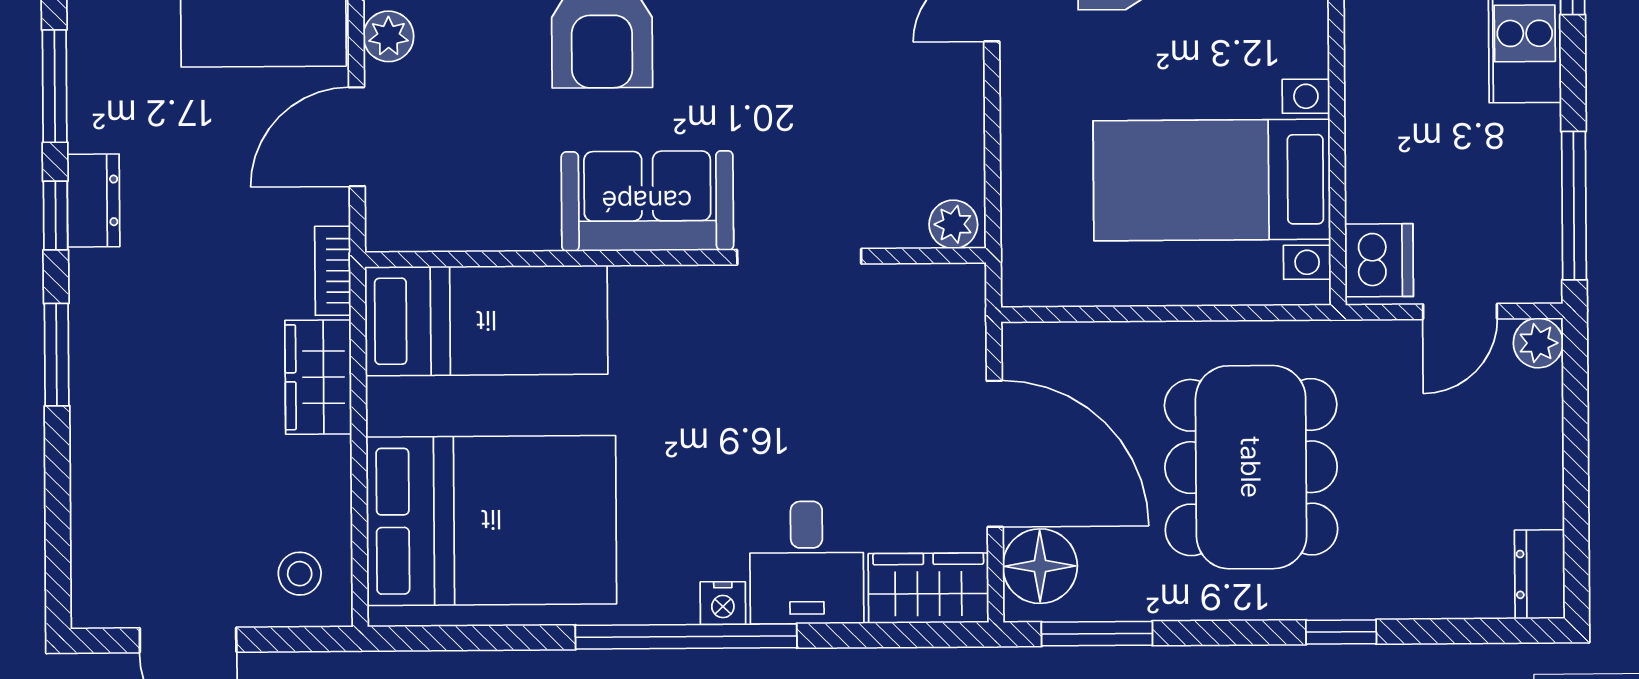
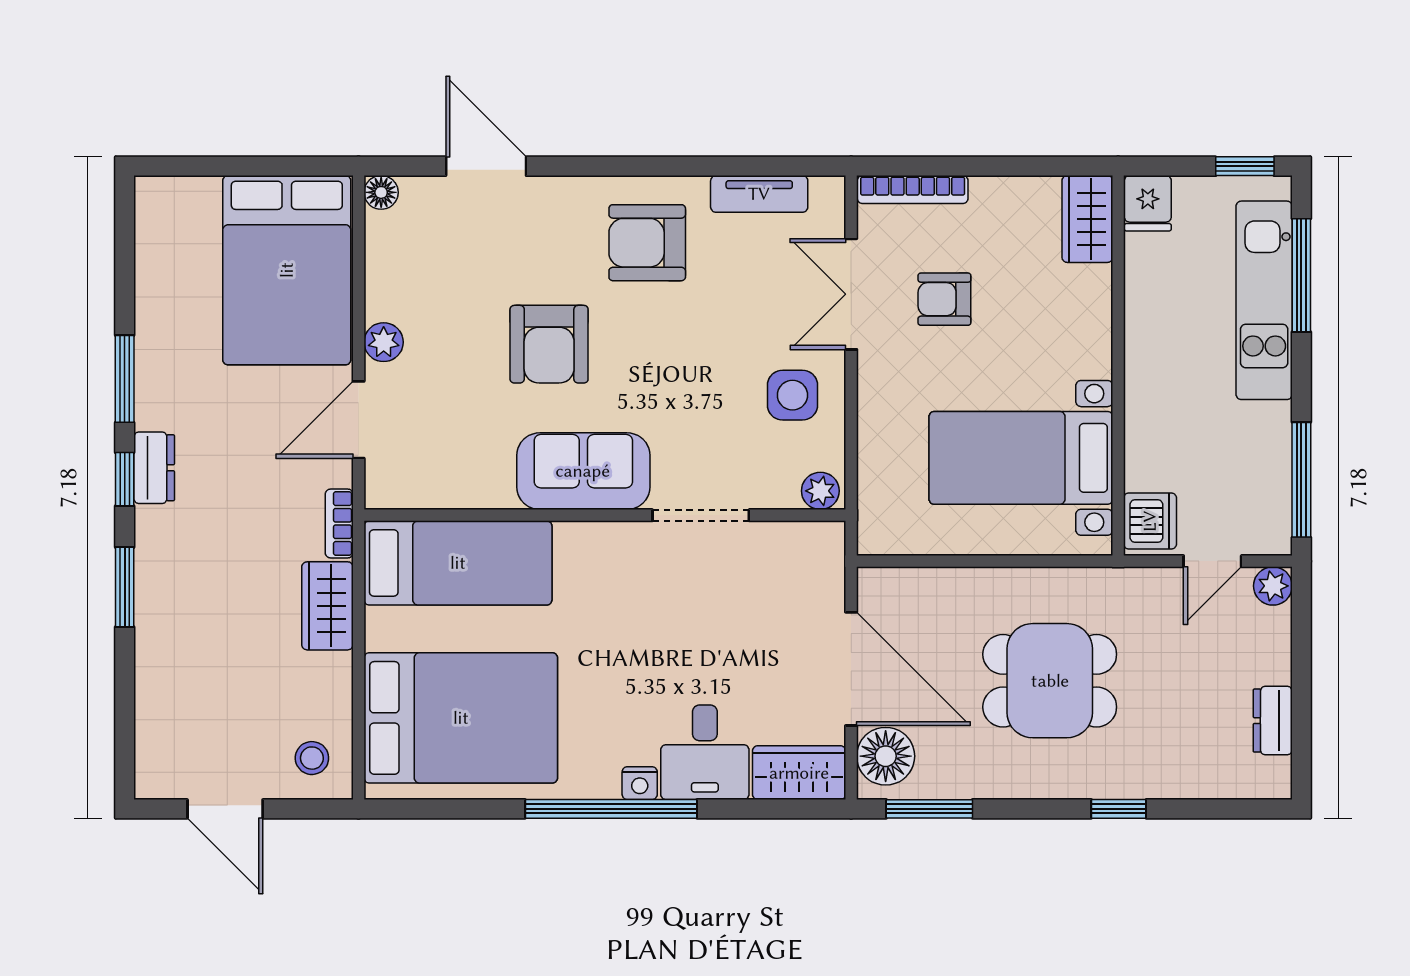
side table: (917, 101) -> (792, 395), added
dining table: (1251, 467) -> (1050, 681), width x0.73
dresser: (1540, 574) -> (1273, 721), moved

